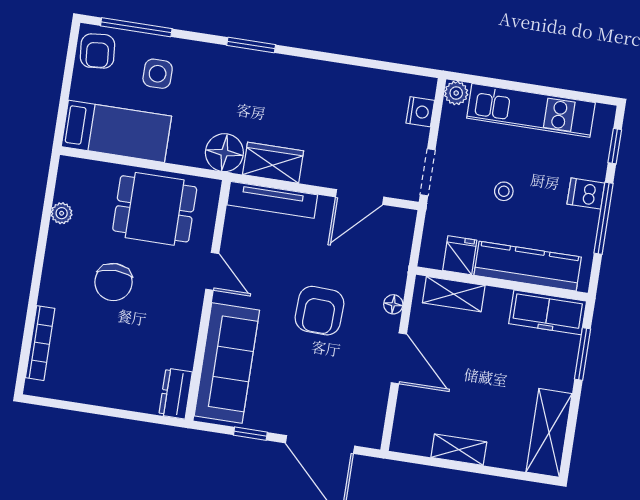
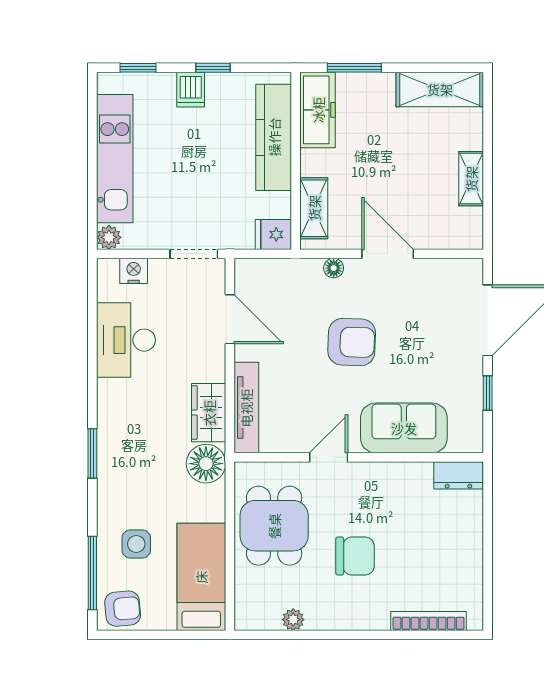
desk: (355, 94) -> (126, 340), added
stool: (504, 191) -> (201, 173), removed
window: (604, 218) -> (213, 68), width x0.46
fridge: (460, 255) -> (273, 234), moved
door: (399, 358) -> (388, 254), hinge flipped
sofa: (227, 363) -> (404, 428), width x0.73

